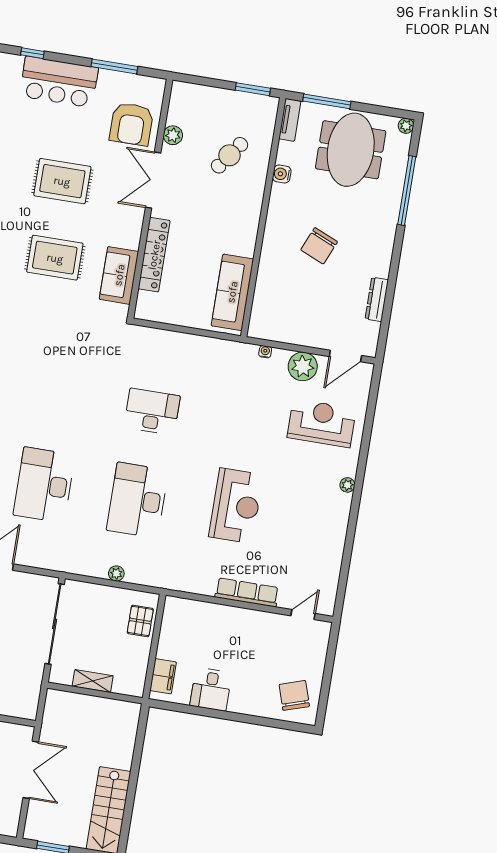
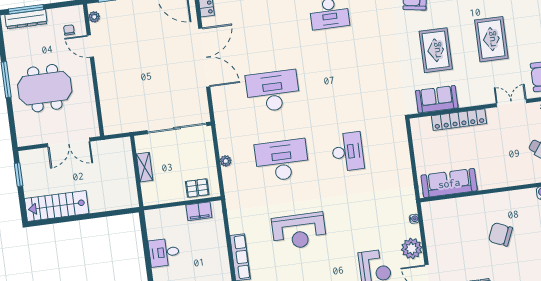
double door: (153, 180) -> (511, 103), width x0.73
filing cabinet: (163, 676) -> (199, 211), moved

